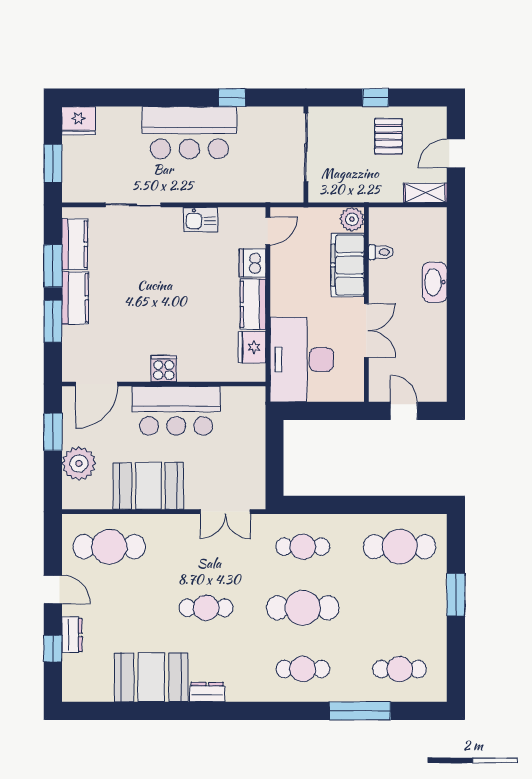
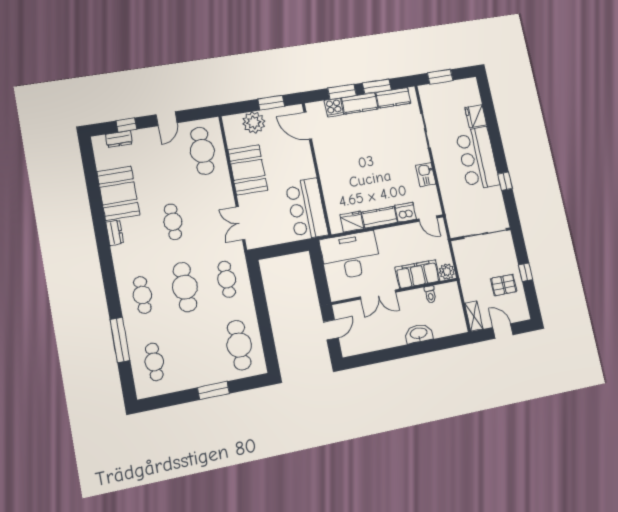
fridge: (78, 121) -> (476, 116), moved
cooker: (164, 369) -> (334, 107), moved, turned 90
bar counter: (176, 411) -> (307, 209), moved
dresser: (72, 635) -> (119, 139), moved

